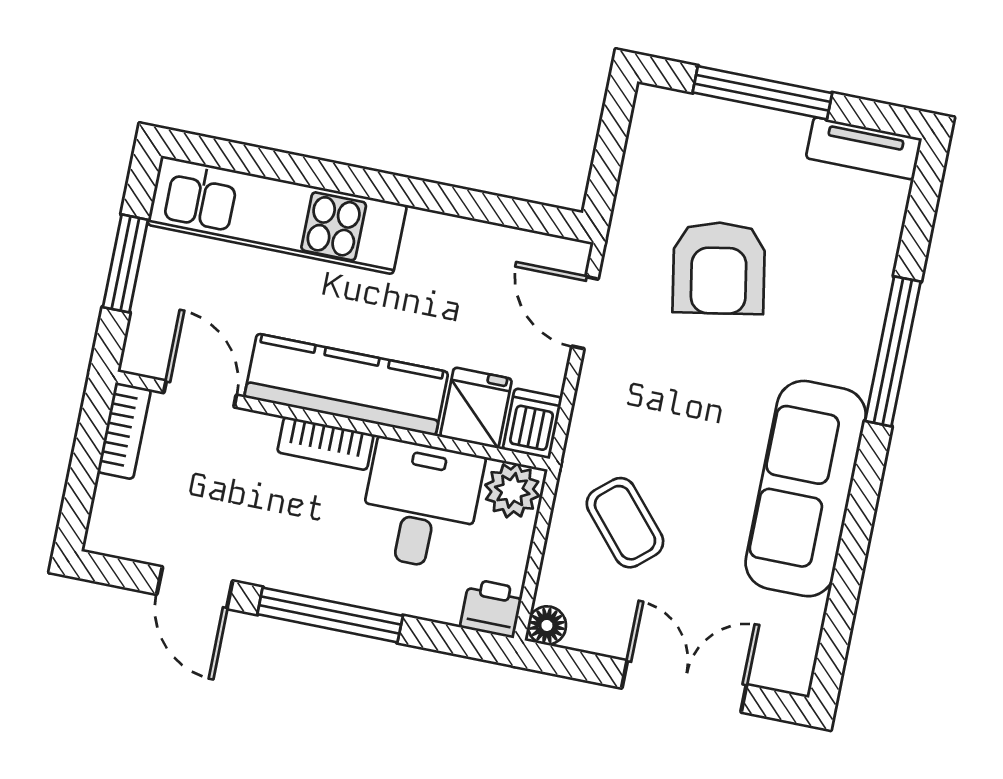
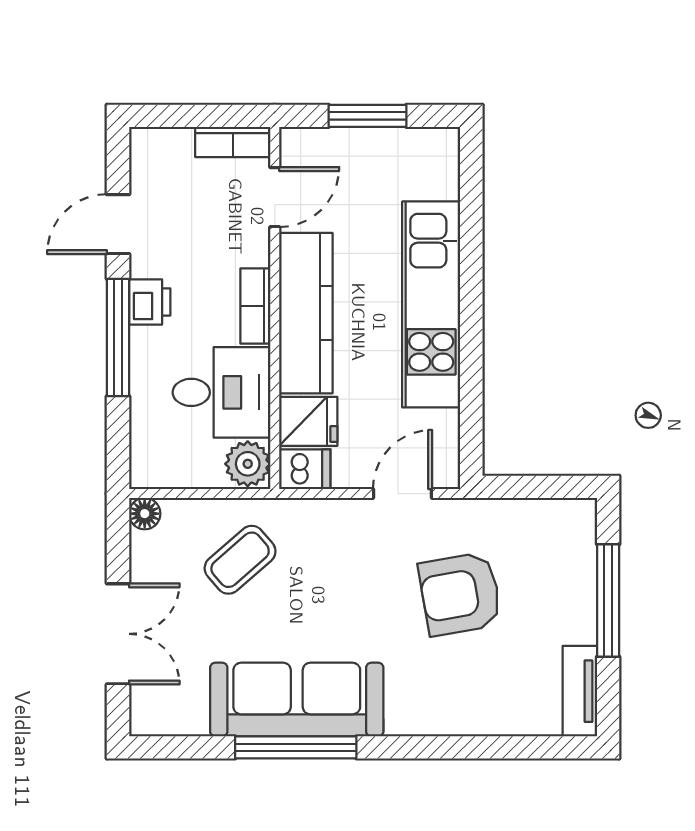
kitchen unit: (277, 215) -> (431, 304), moved
window: (893, 351) -> (296, 747), moved
printer: (492, 608) -> (150, 302), moved

